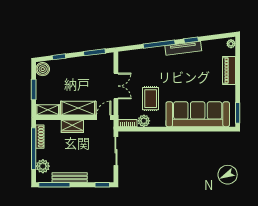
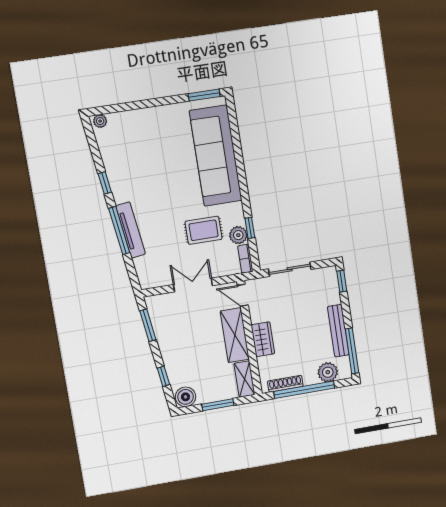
tv unit: (183, 48) -> (131, 230), moved
piano: (229, 70) -> (142, 118), removed
window: (147, 129) -> (250, 228), added

